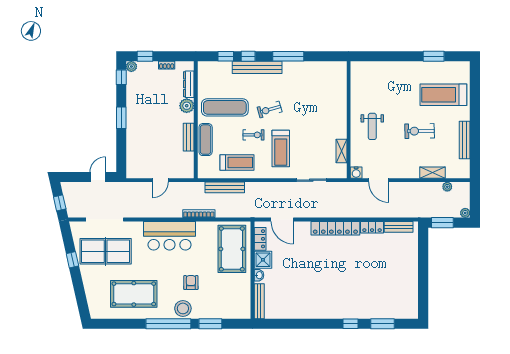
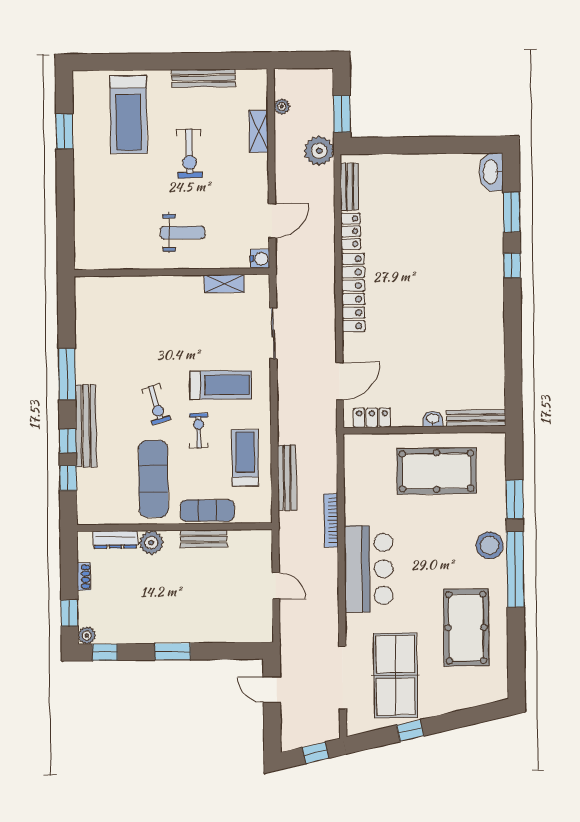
plant: (465, 213) -> (319, 151), moved, width x1.88, depth x1.88
pool table: (232, 249) -> (437, 471), moved
shower: (263, 260) -> (407, 413), removed
armchair: (191, 283) -> (446, 532), removed
washbasin: (407, 312) -> (491, 172), added

